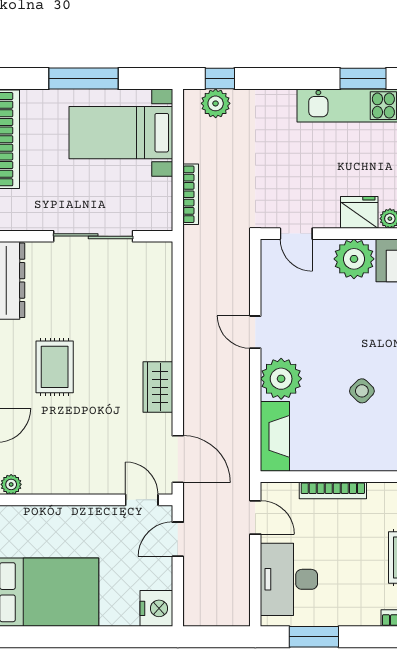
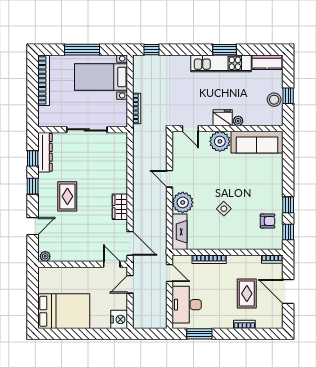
plant: (216, 103) -> (149, 62), removed

